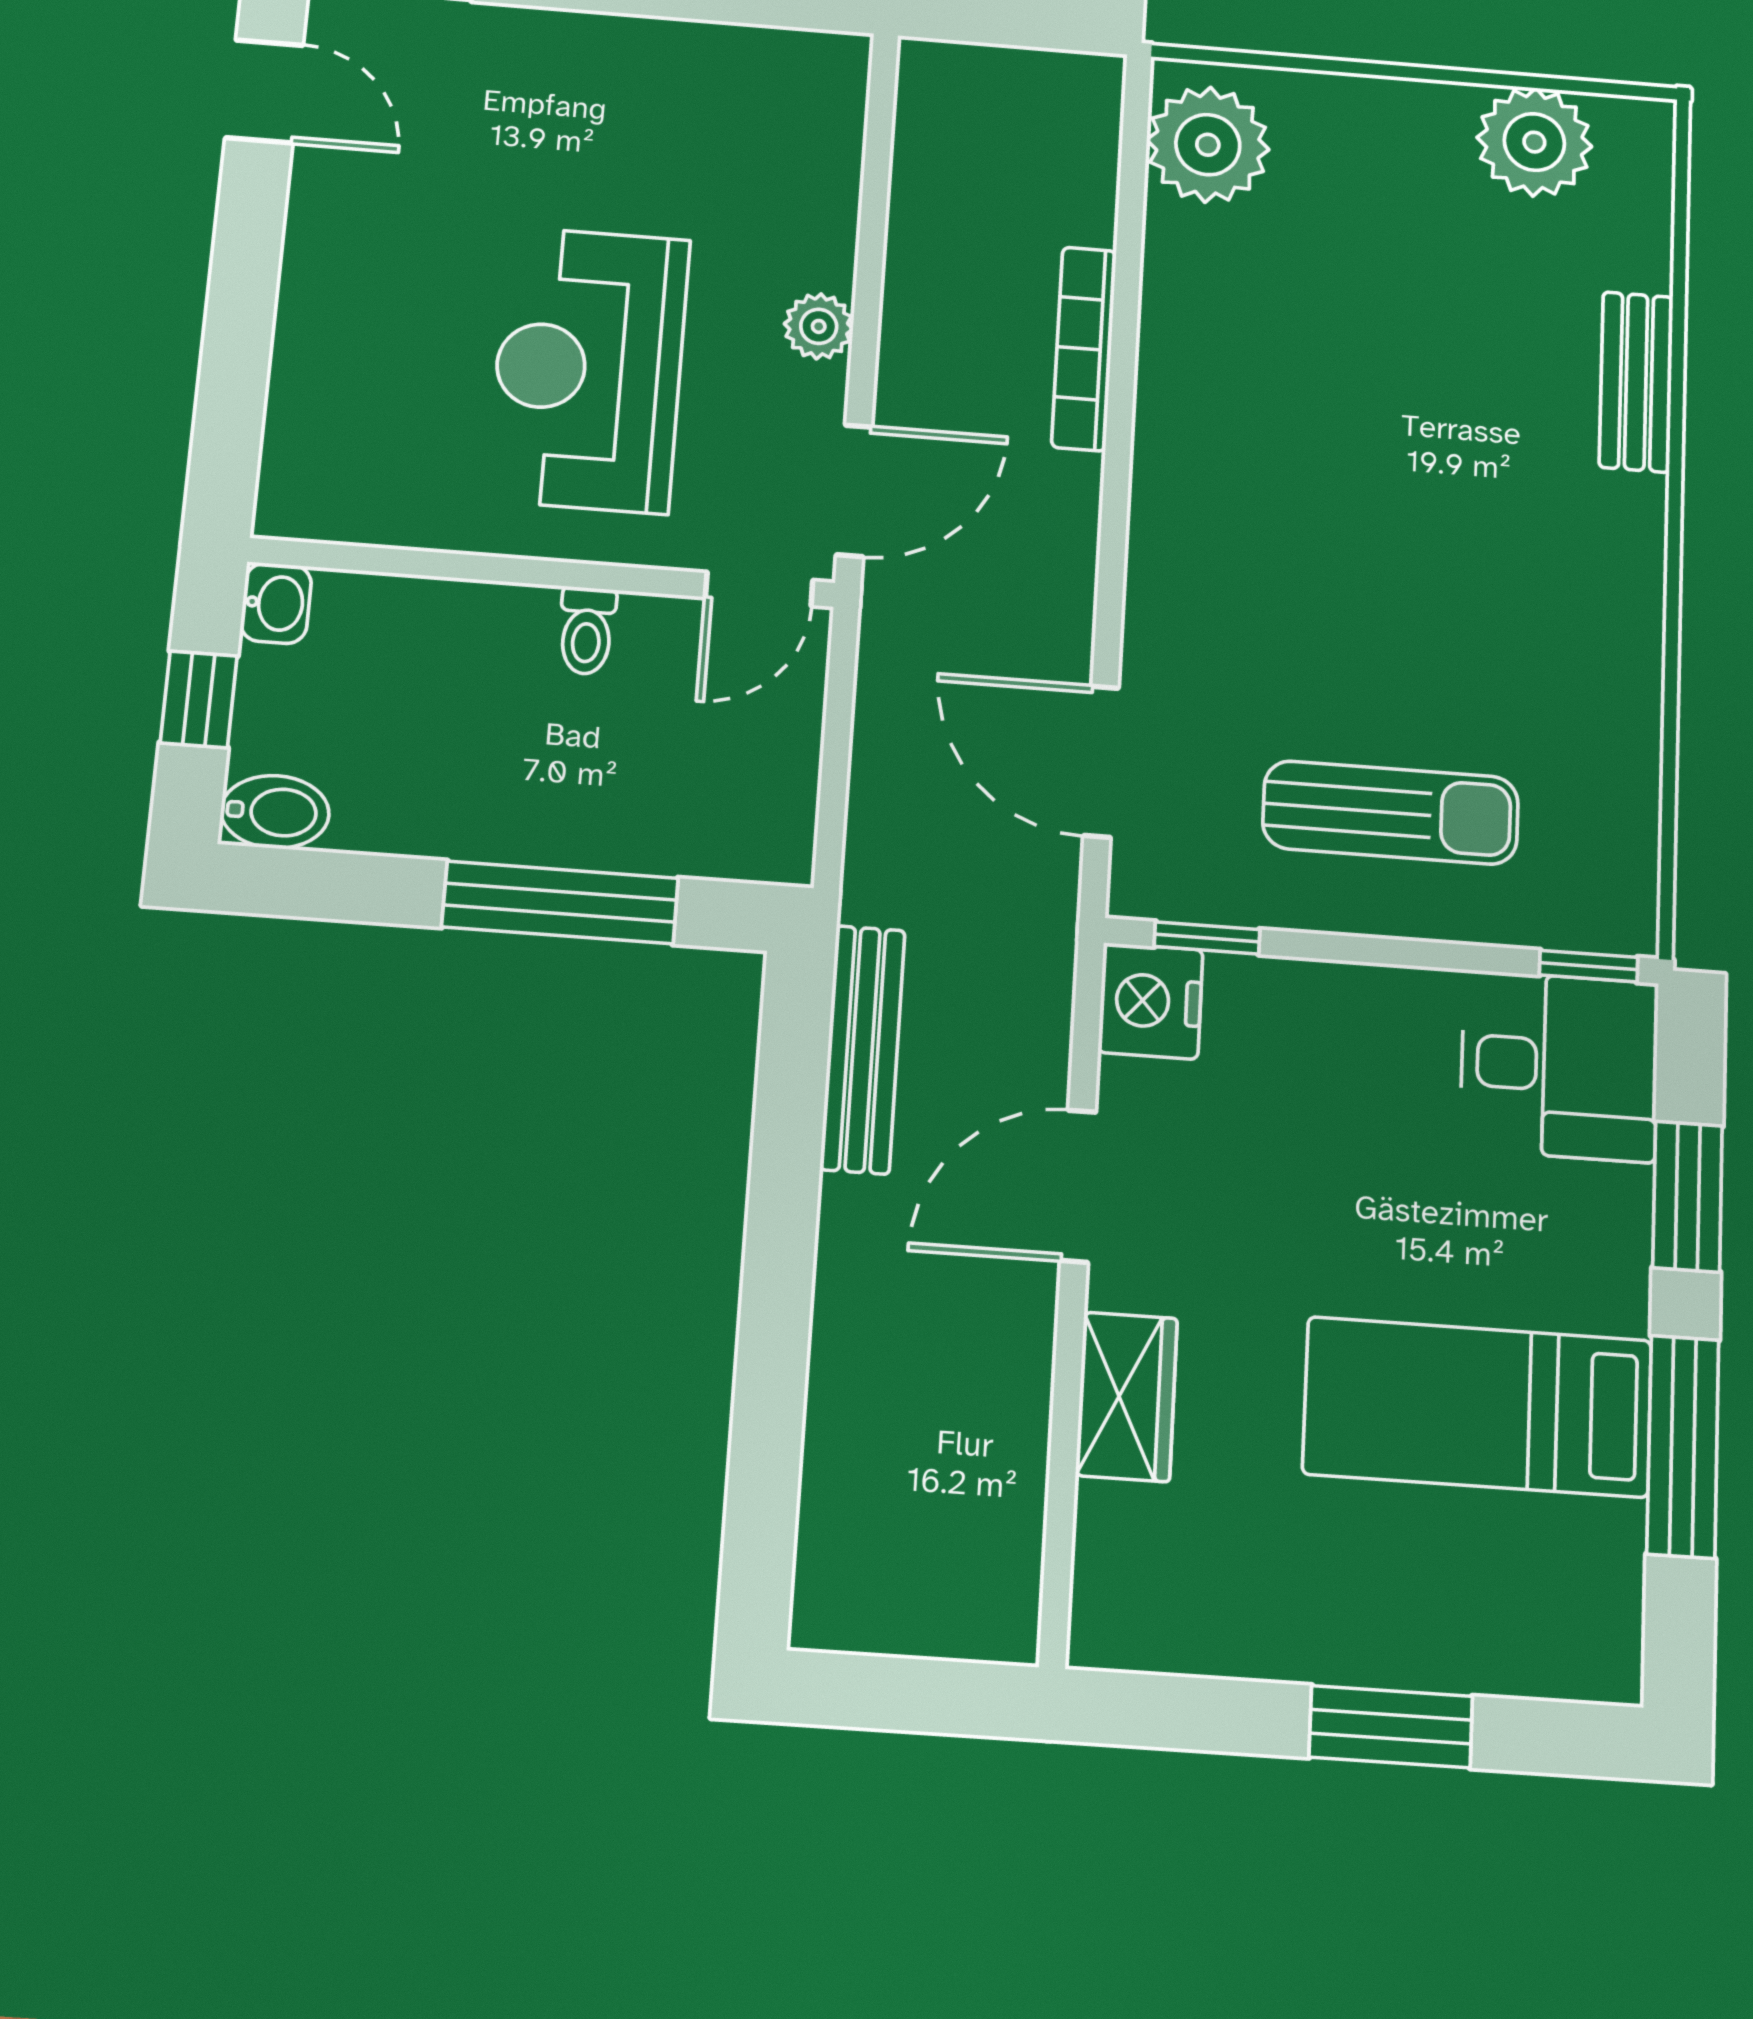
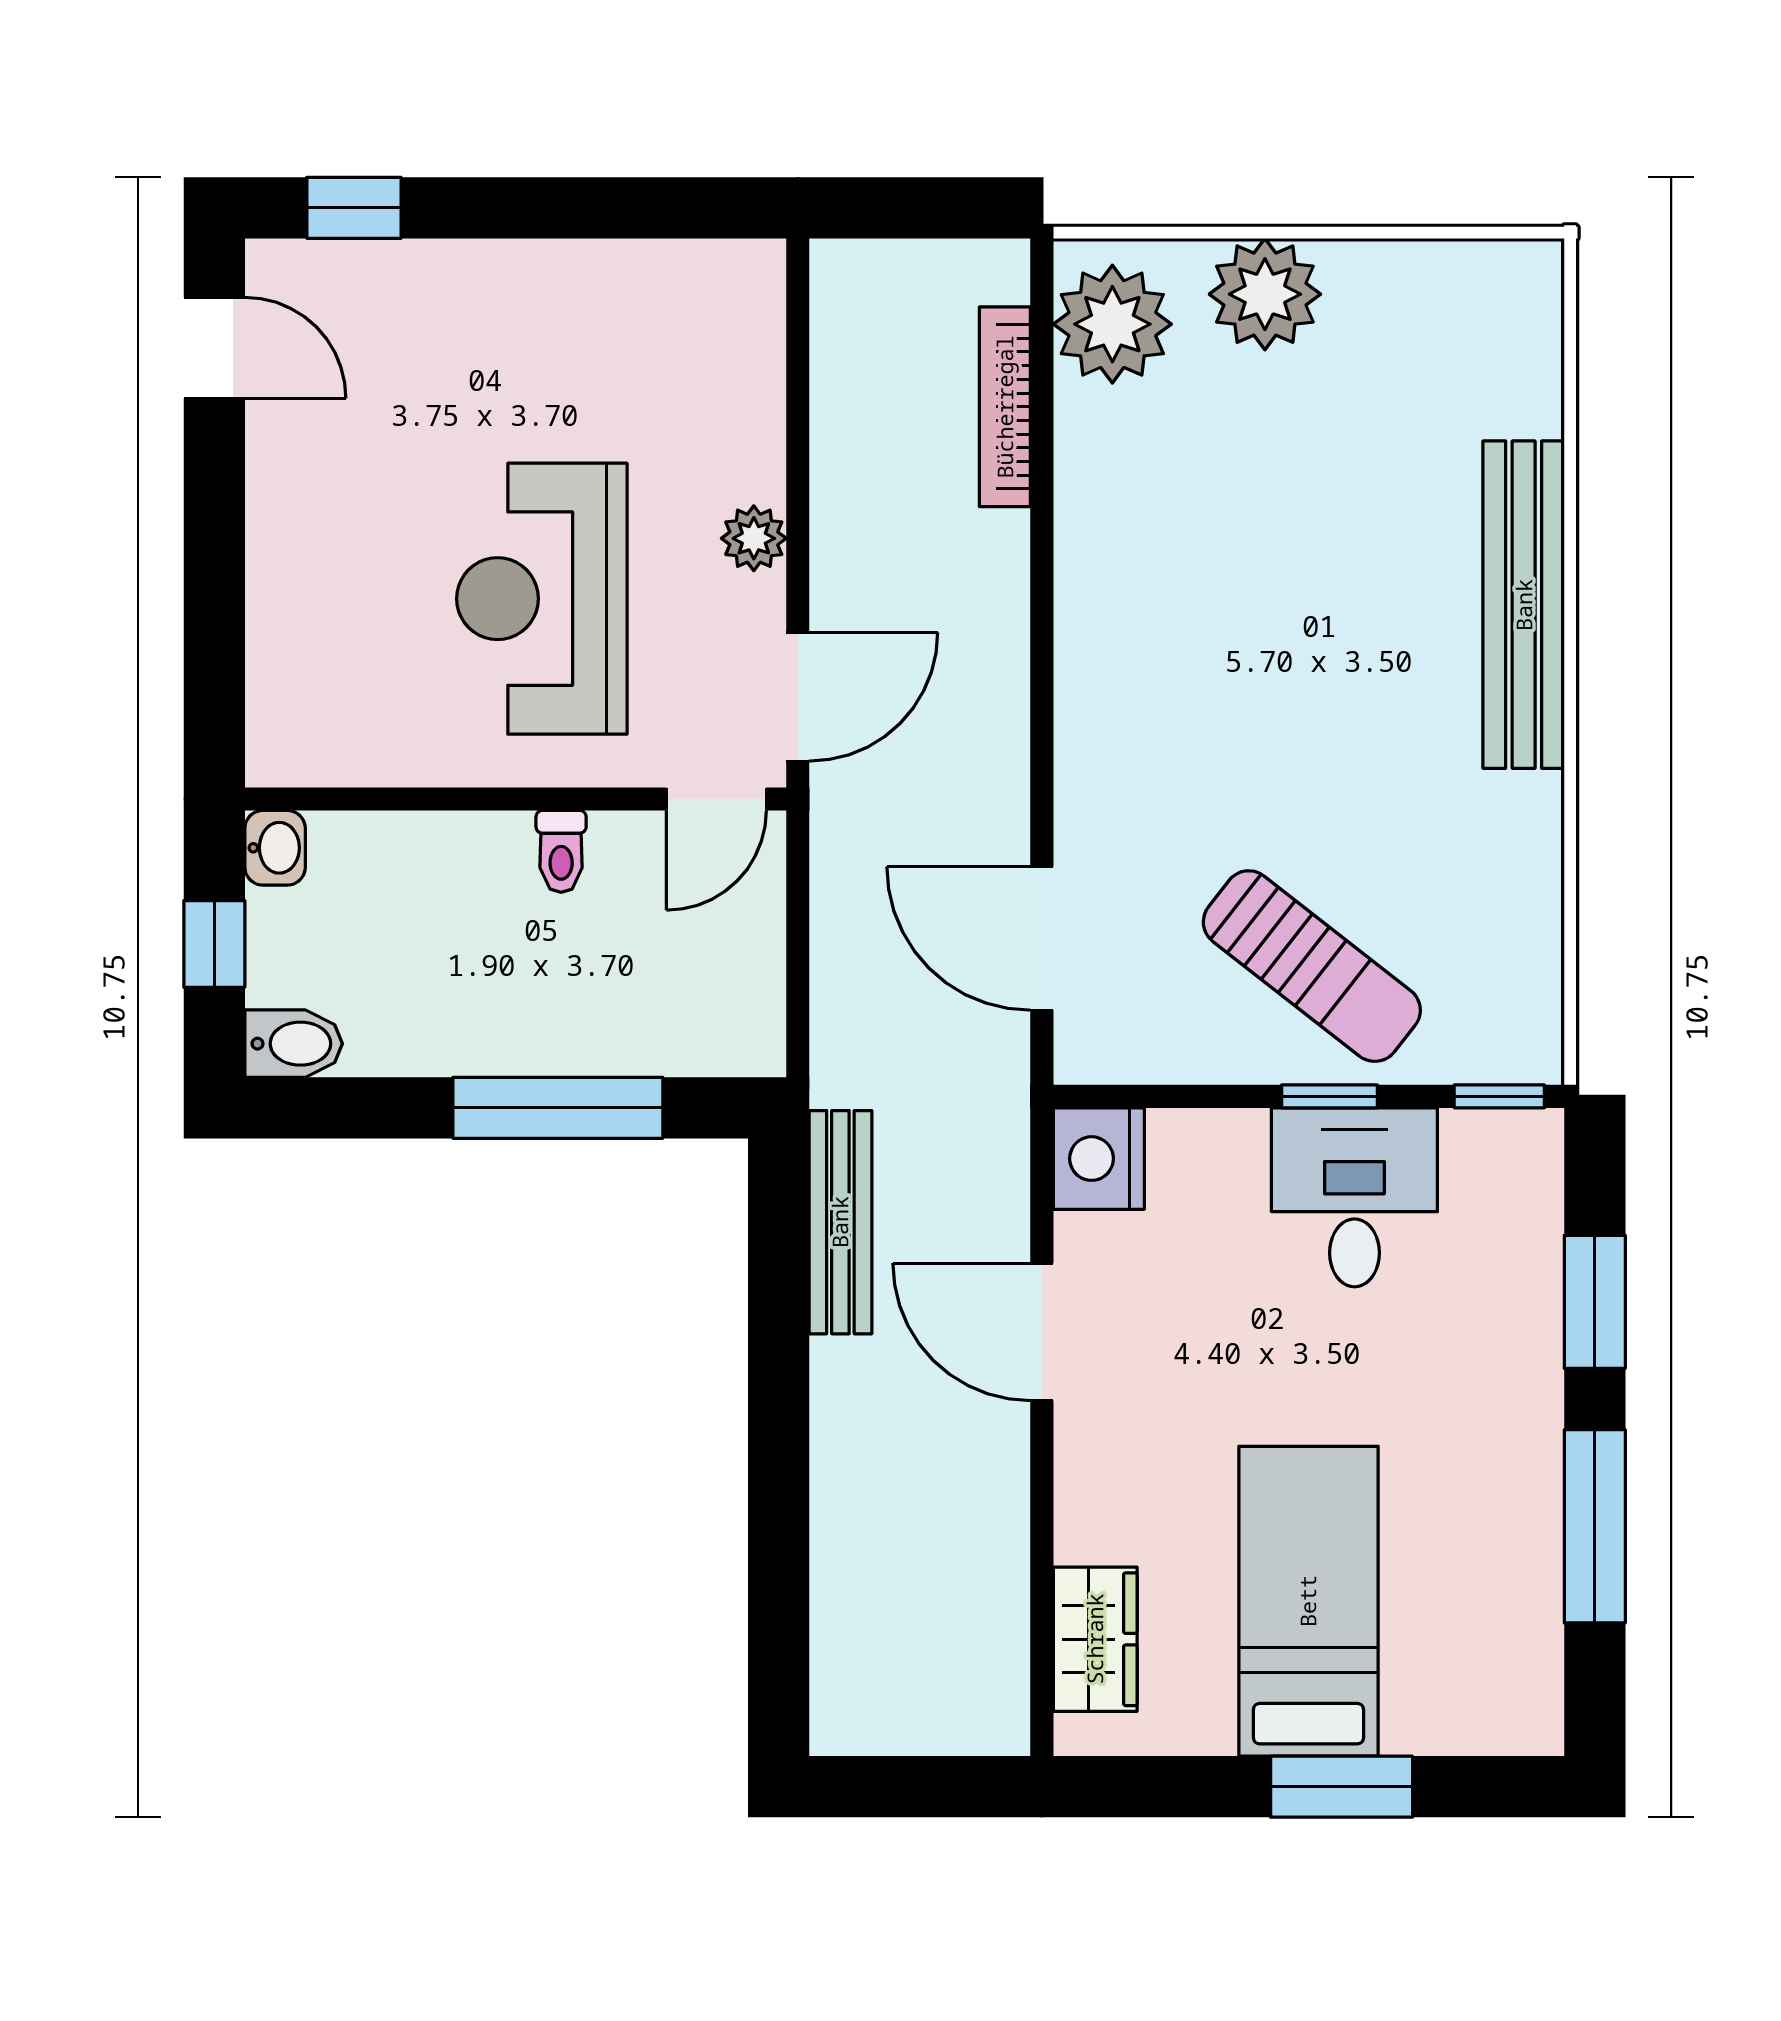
plant: (1534, 142) -> (1265, 294), moved
bookcase: (1084, 349) -> (1005, 407), moved
bench: (1636, 382) -> (1524, 605), width x1.86, depth x1.21
sun lounger: (1391, 813) -> (1312, 966), turned 38
window: (1207, 938) -> (1329, 1096), moved
desk: (1559, 1066) -> (1354, 1197), moved, turned -90
door: (1078, 1186) -> (1042, 1332), hinge flipped
wardrobe: (1127, 1397) -> (1095, 1639), moved
bed: (1478, 1407) -> (1308, 1601), moved, turned 90

